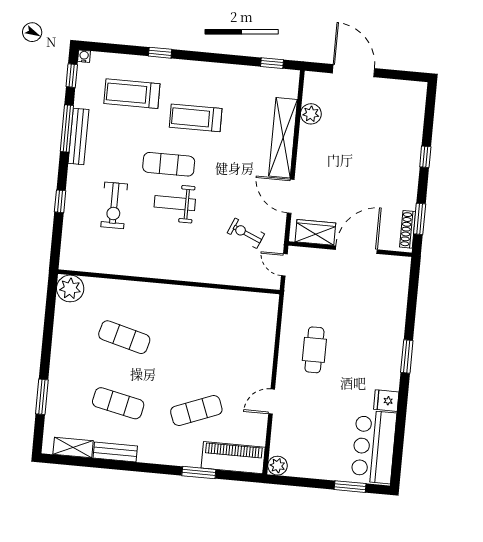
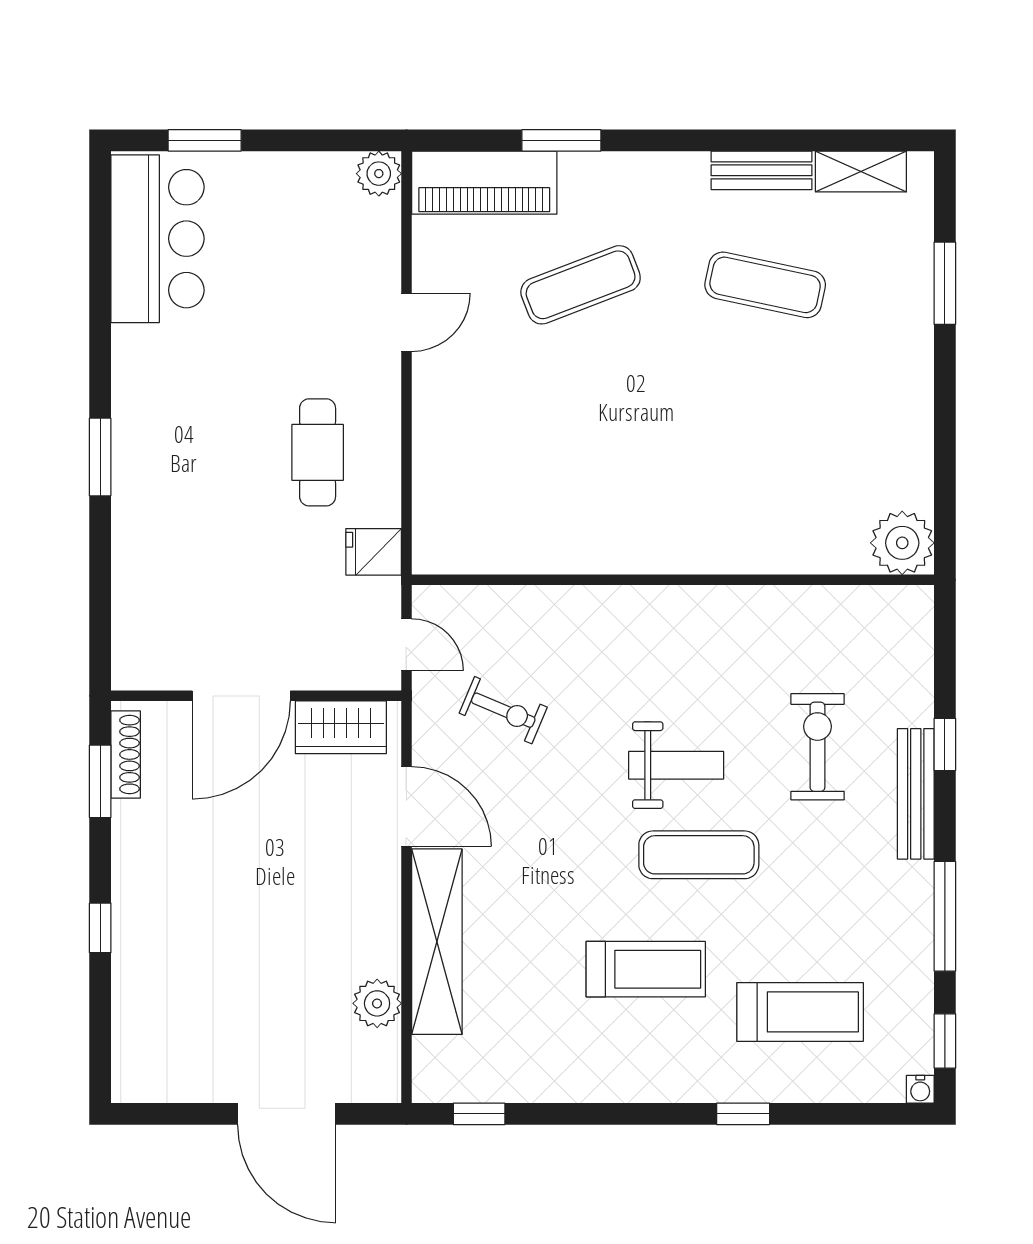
bench: (78, 136) -> (916, 794), moved
exercise mat: (124, 337) -> (765, 441), removed
fridge: (386, 401) -> (374, 552), moved, turned 180

